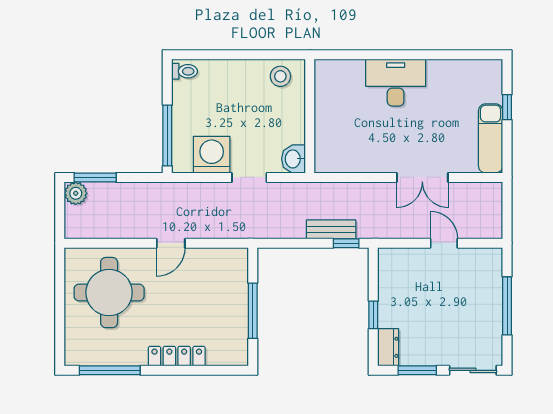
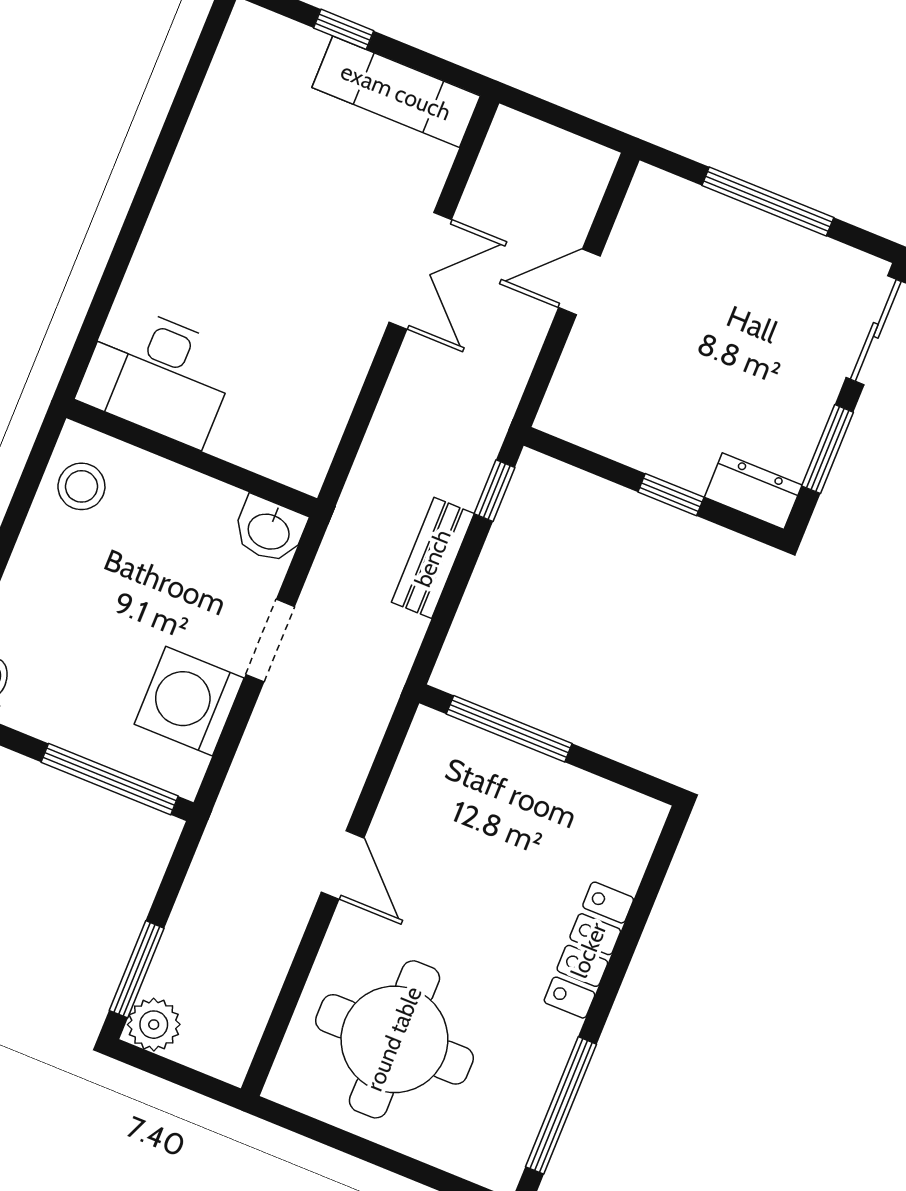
desk: (396, 83) -> (158, 375), moved, turned -90
bench: (331, 229) -> (433, 558), moved
window: (253, 311) -> (509, 729), moved

